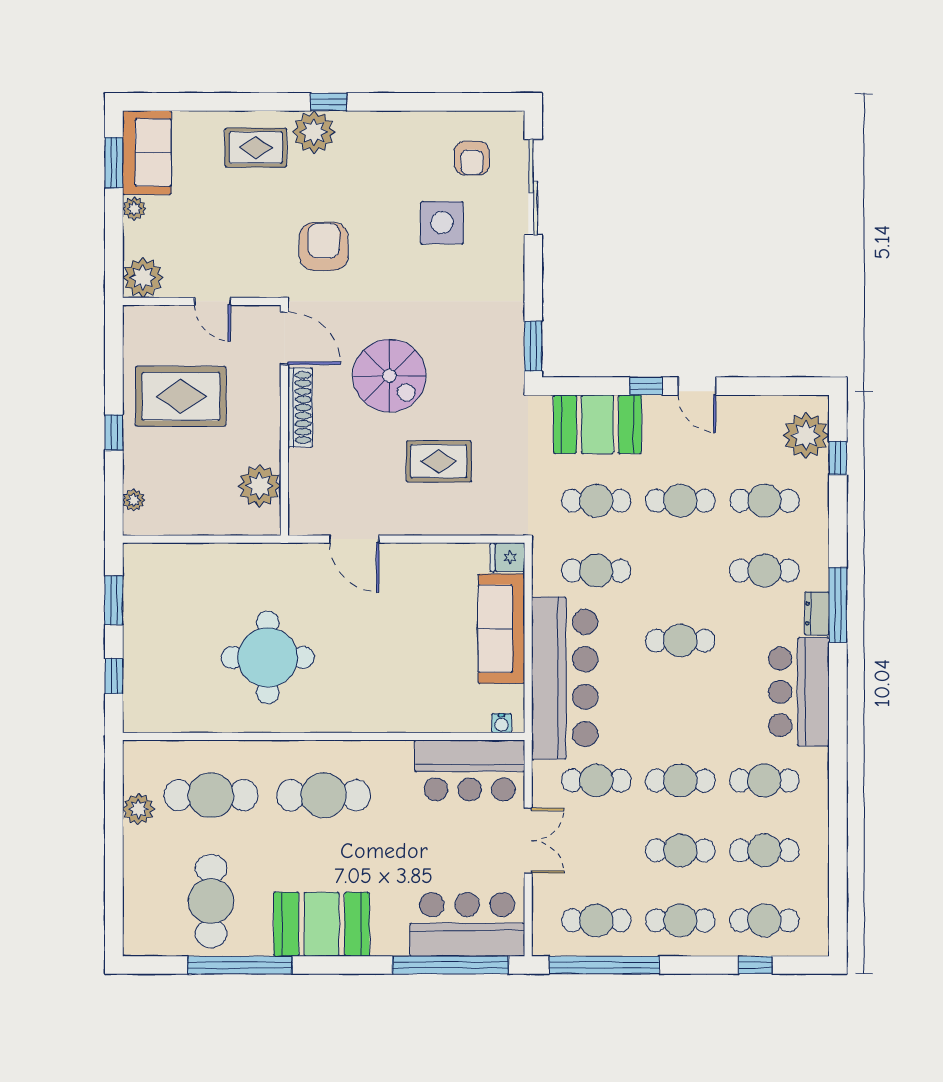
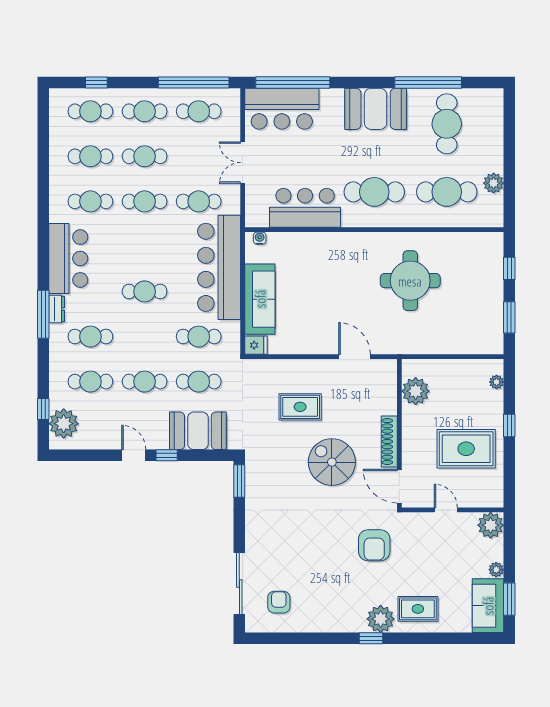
side table: (442, 223) -> (298, 561), removed
bar counter: (470, 770) -> (305, 208), moved

